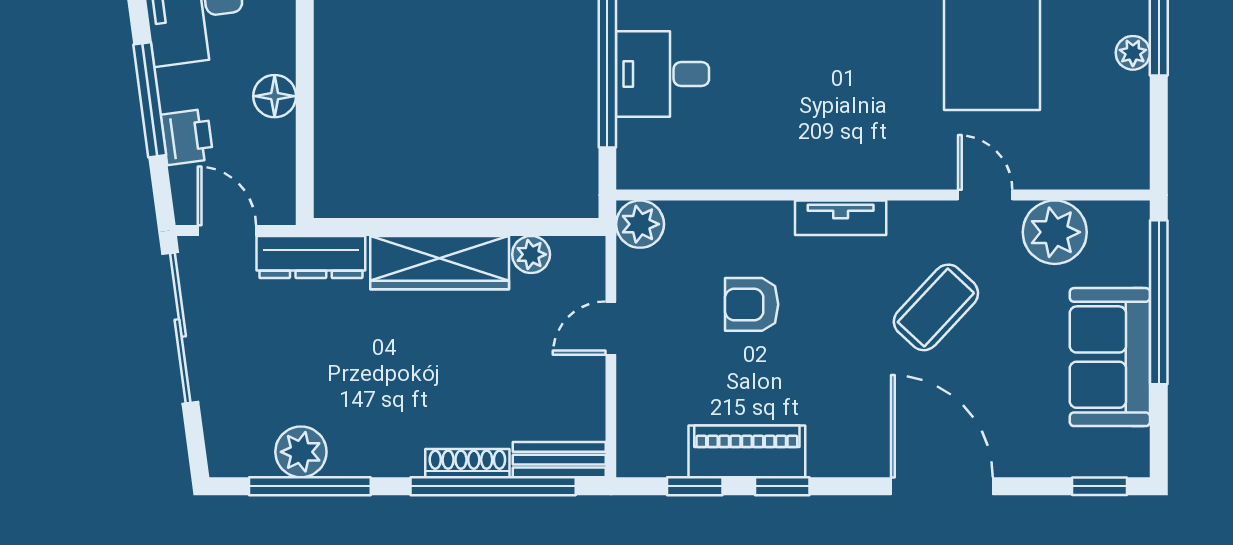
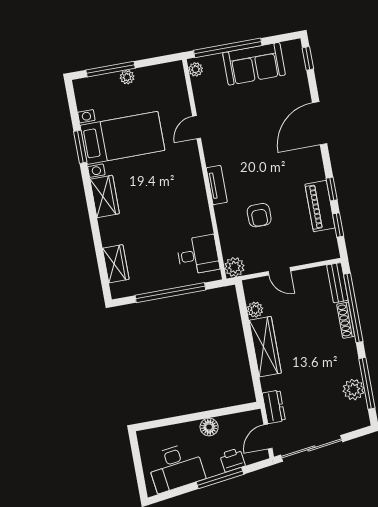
desk: (663, 74) -> (198, 255), moved, turned -90
plant: (1055, 232) -> (196, 69), moved, width x0.53, depth x0.53
dresser: (311, 257) -> (274, 407), width x0.70
coffee table: (936, 307) -> (247, 139), removed

